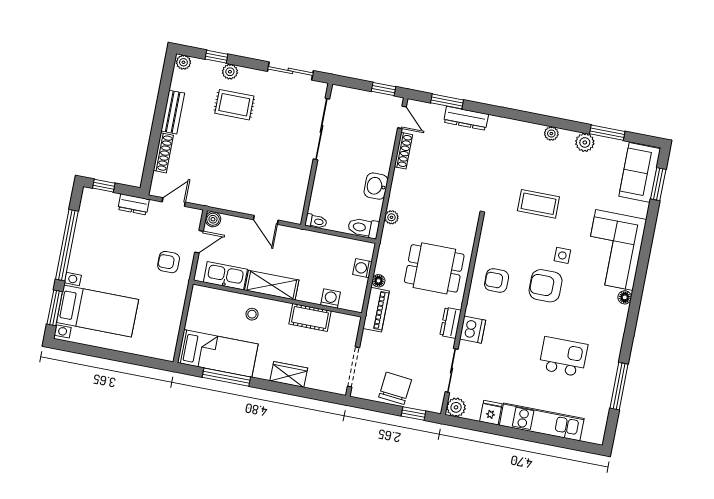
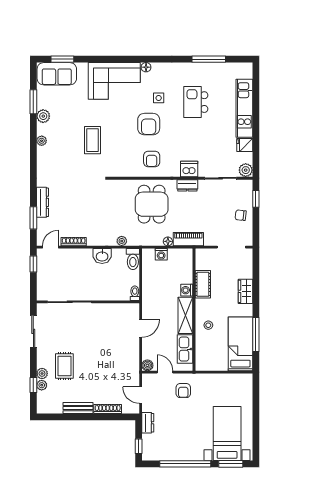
plant: (183, 62) -> (42, 385), moved
side table: (562, 255) -> (159, 98), moved
washing machine: (330, 298) -> (187, 290), moved
chair: (395, 388) -> (241, 215), width x0.54, depth x0.54

